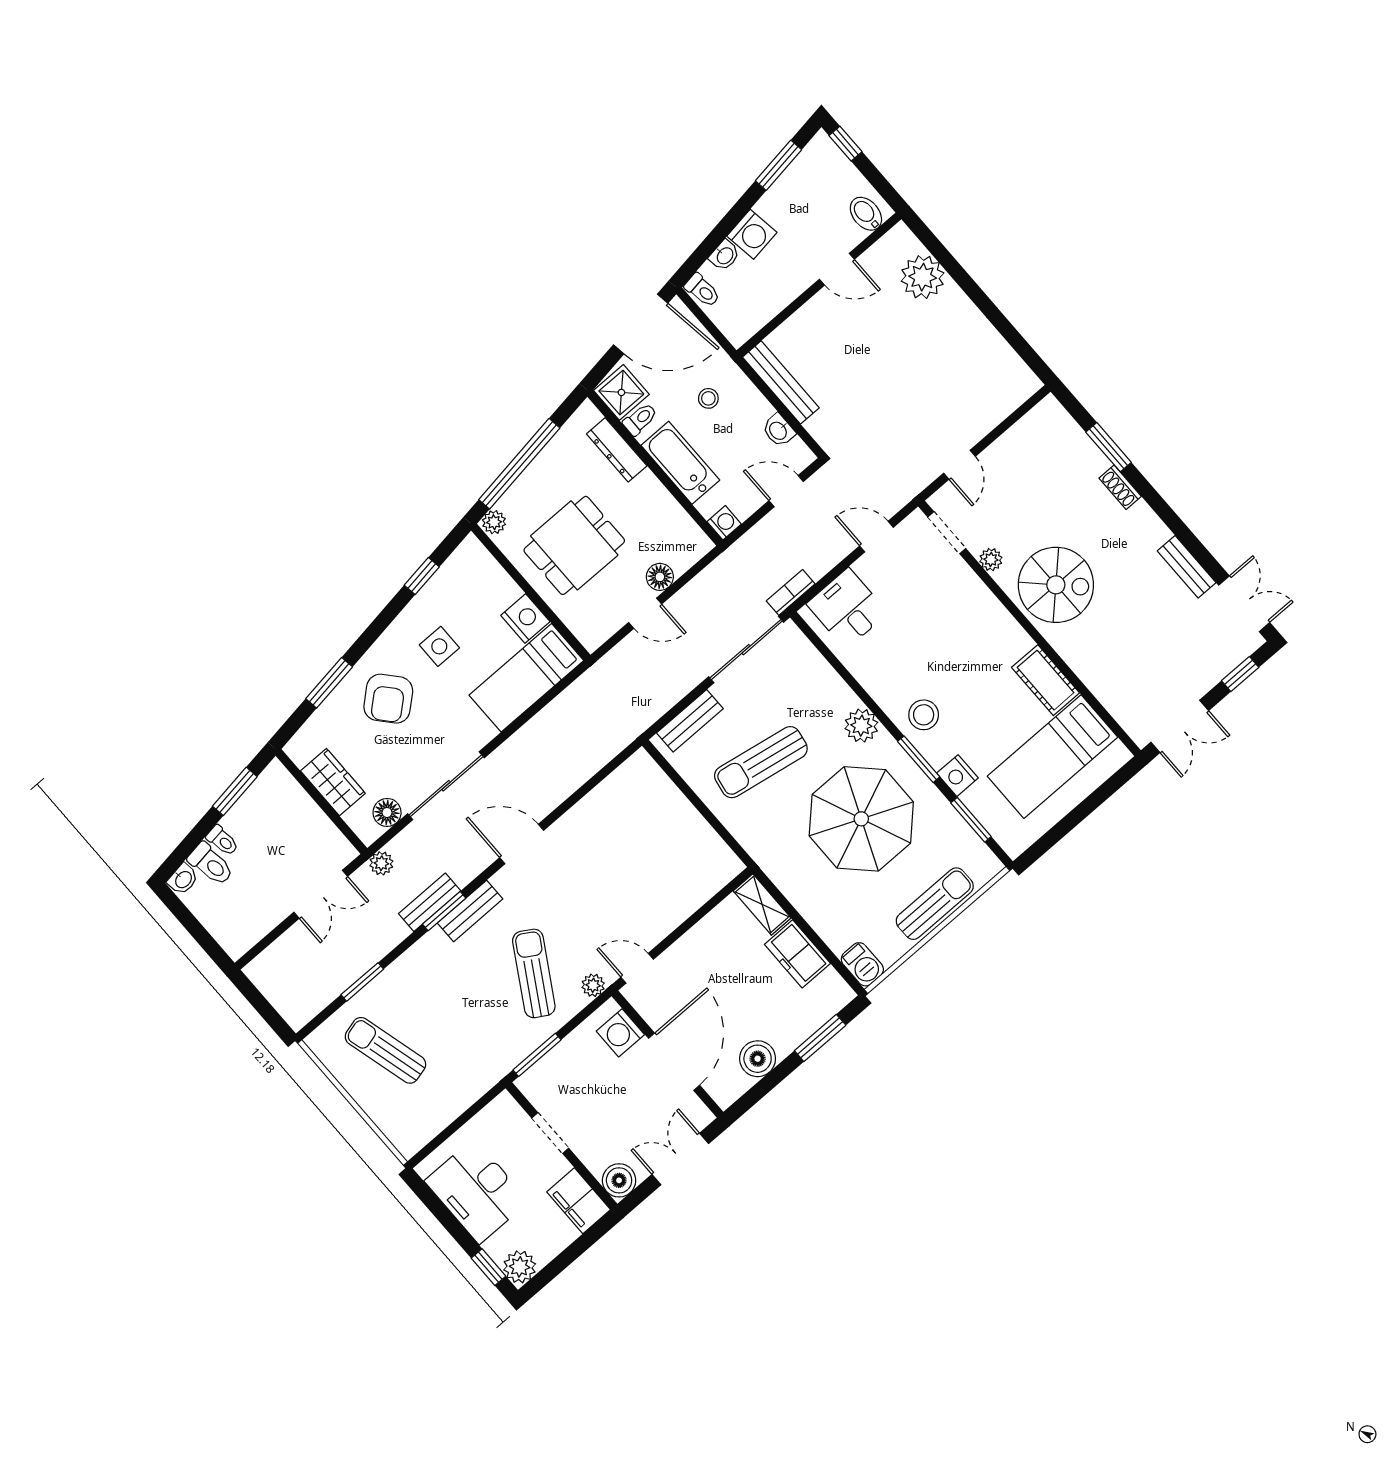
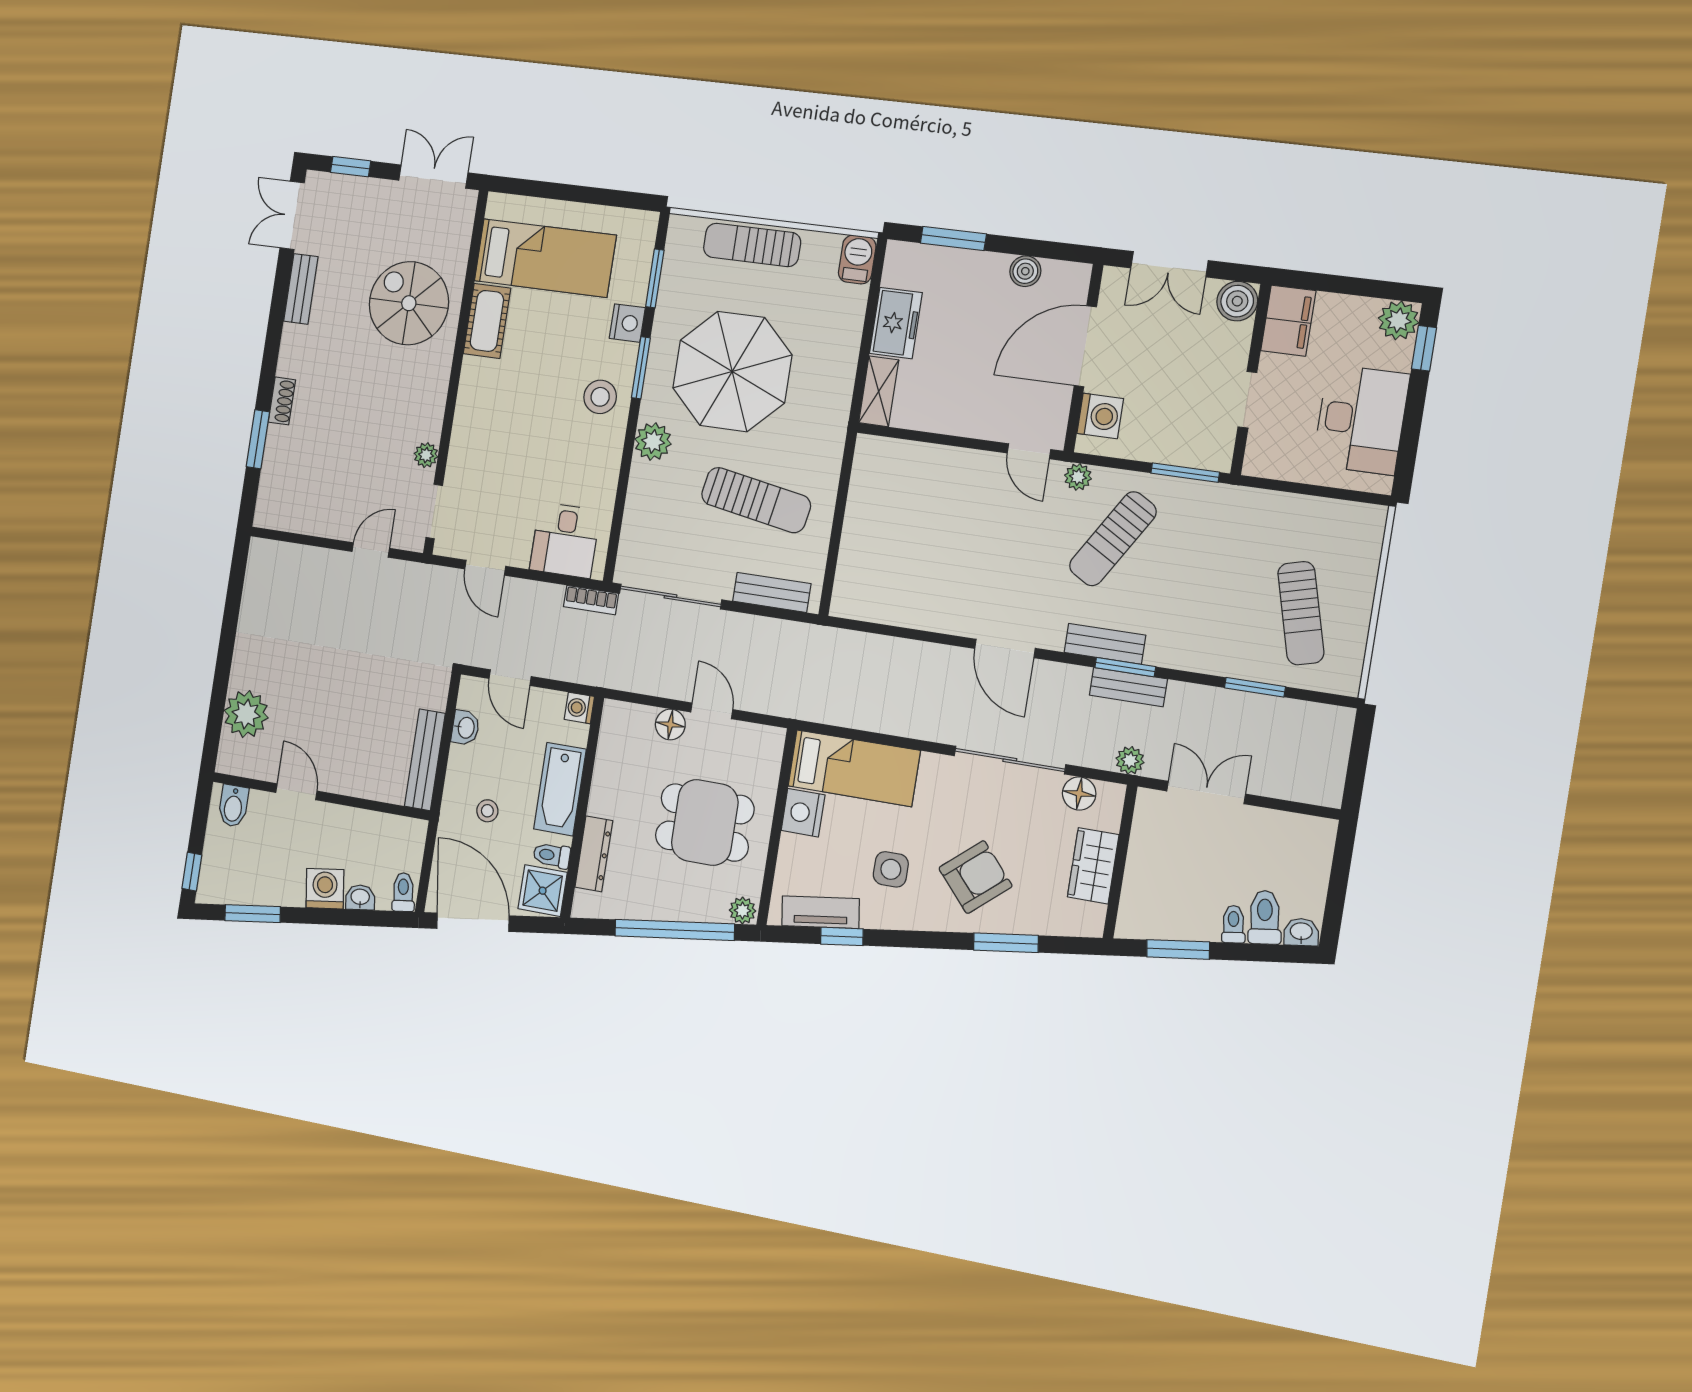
tv unit: (450, 575) -> (821, 912), added
spiral stairs: (1056, 585) -> (409, 303), moved
boiler: (758, 1059) -> (1025, 271), width x0.73, depth x0.73

